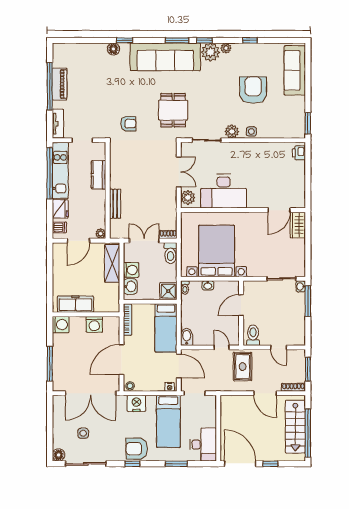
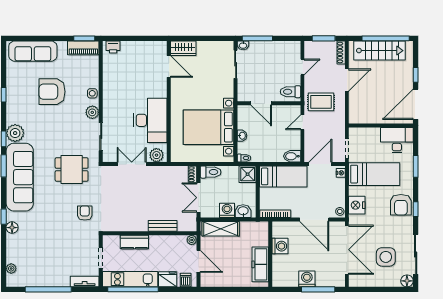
plant: (226, 48) -> (11, 269), moved
piano: (59, 84) -> (83, 48), moved, turned 180
washing machine: (61, 325) -> (307, 279), moved
side table: (83, 433) -> (386, 257), width x1.87, depth x1.87

